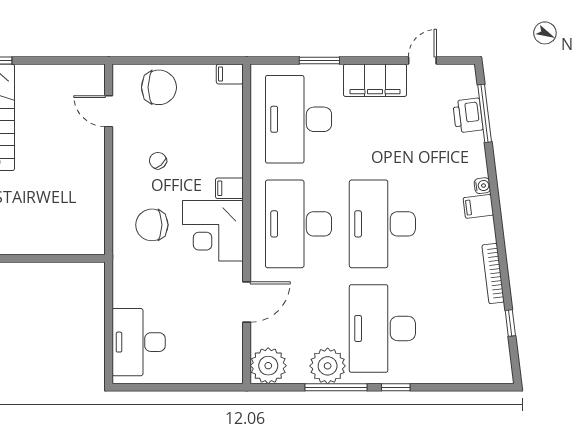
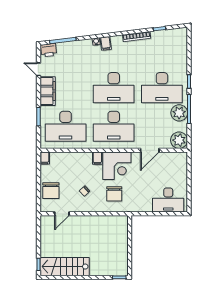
chair: (159, 87) -> (51, 191), turned 180
printer: (468, 115) -> (49, 50), moved
door: (247, 302) -> (150, 150), swing flipped

